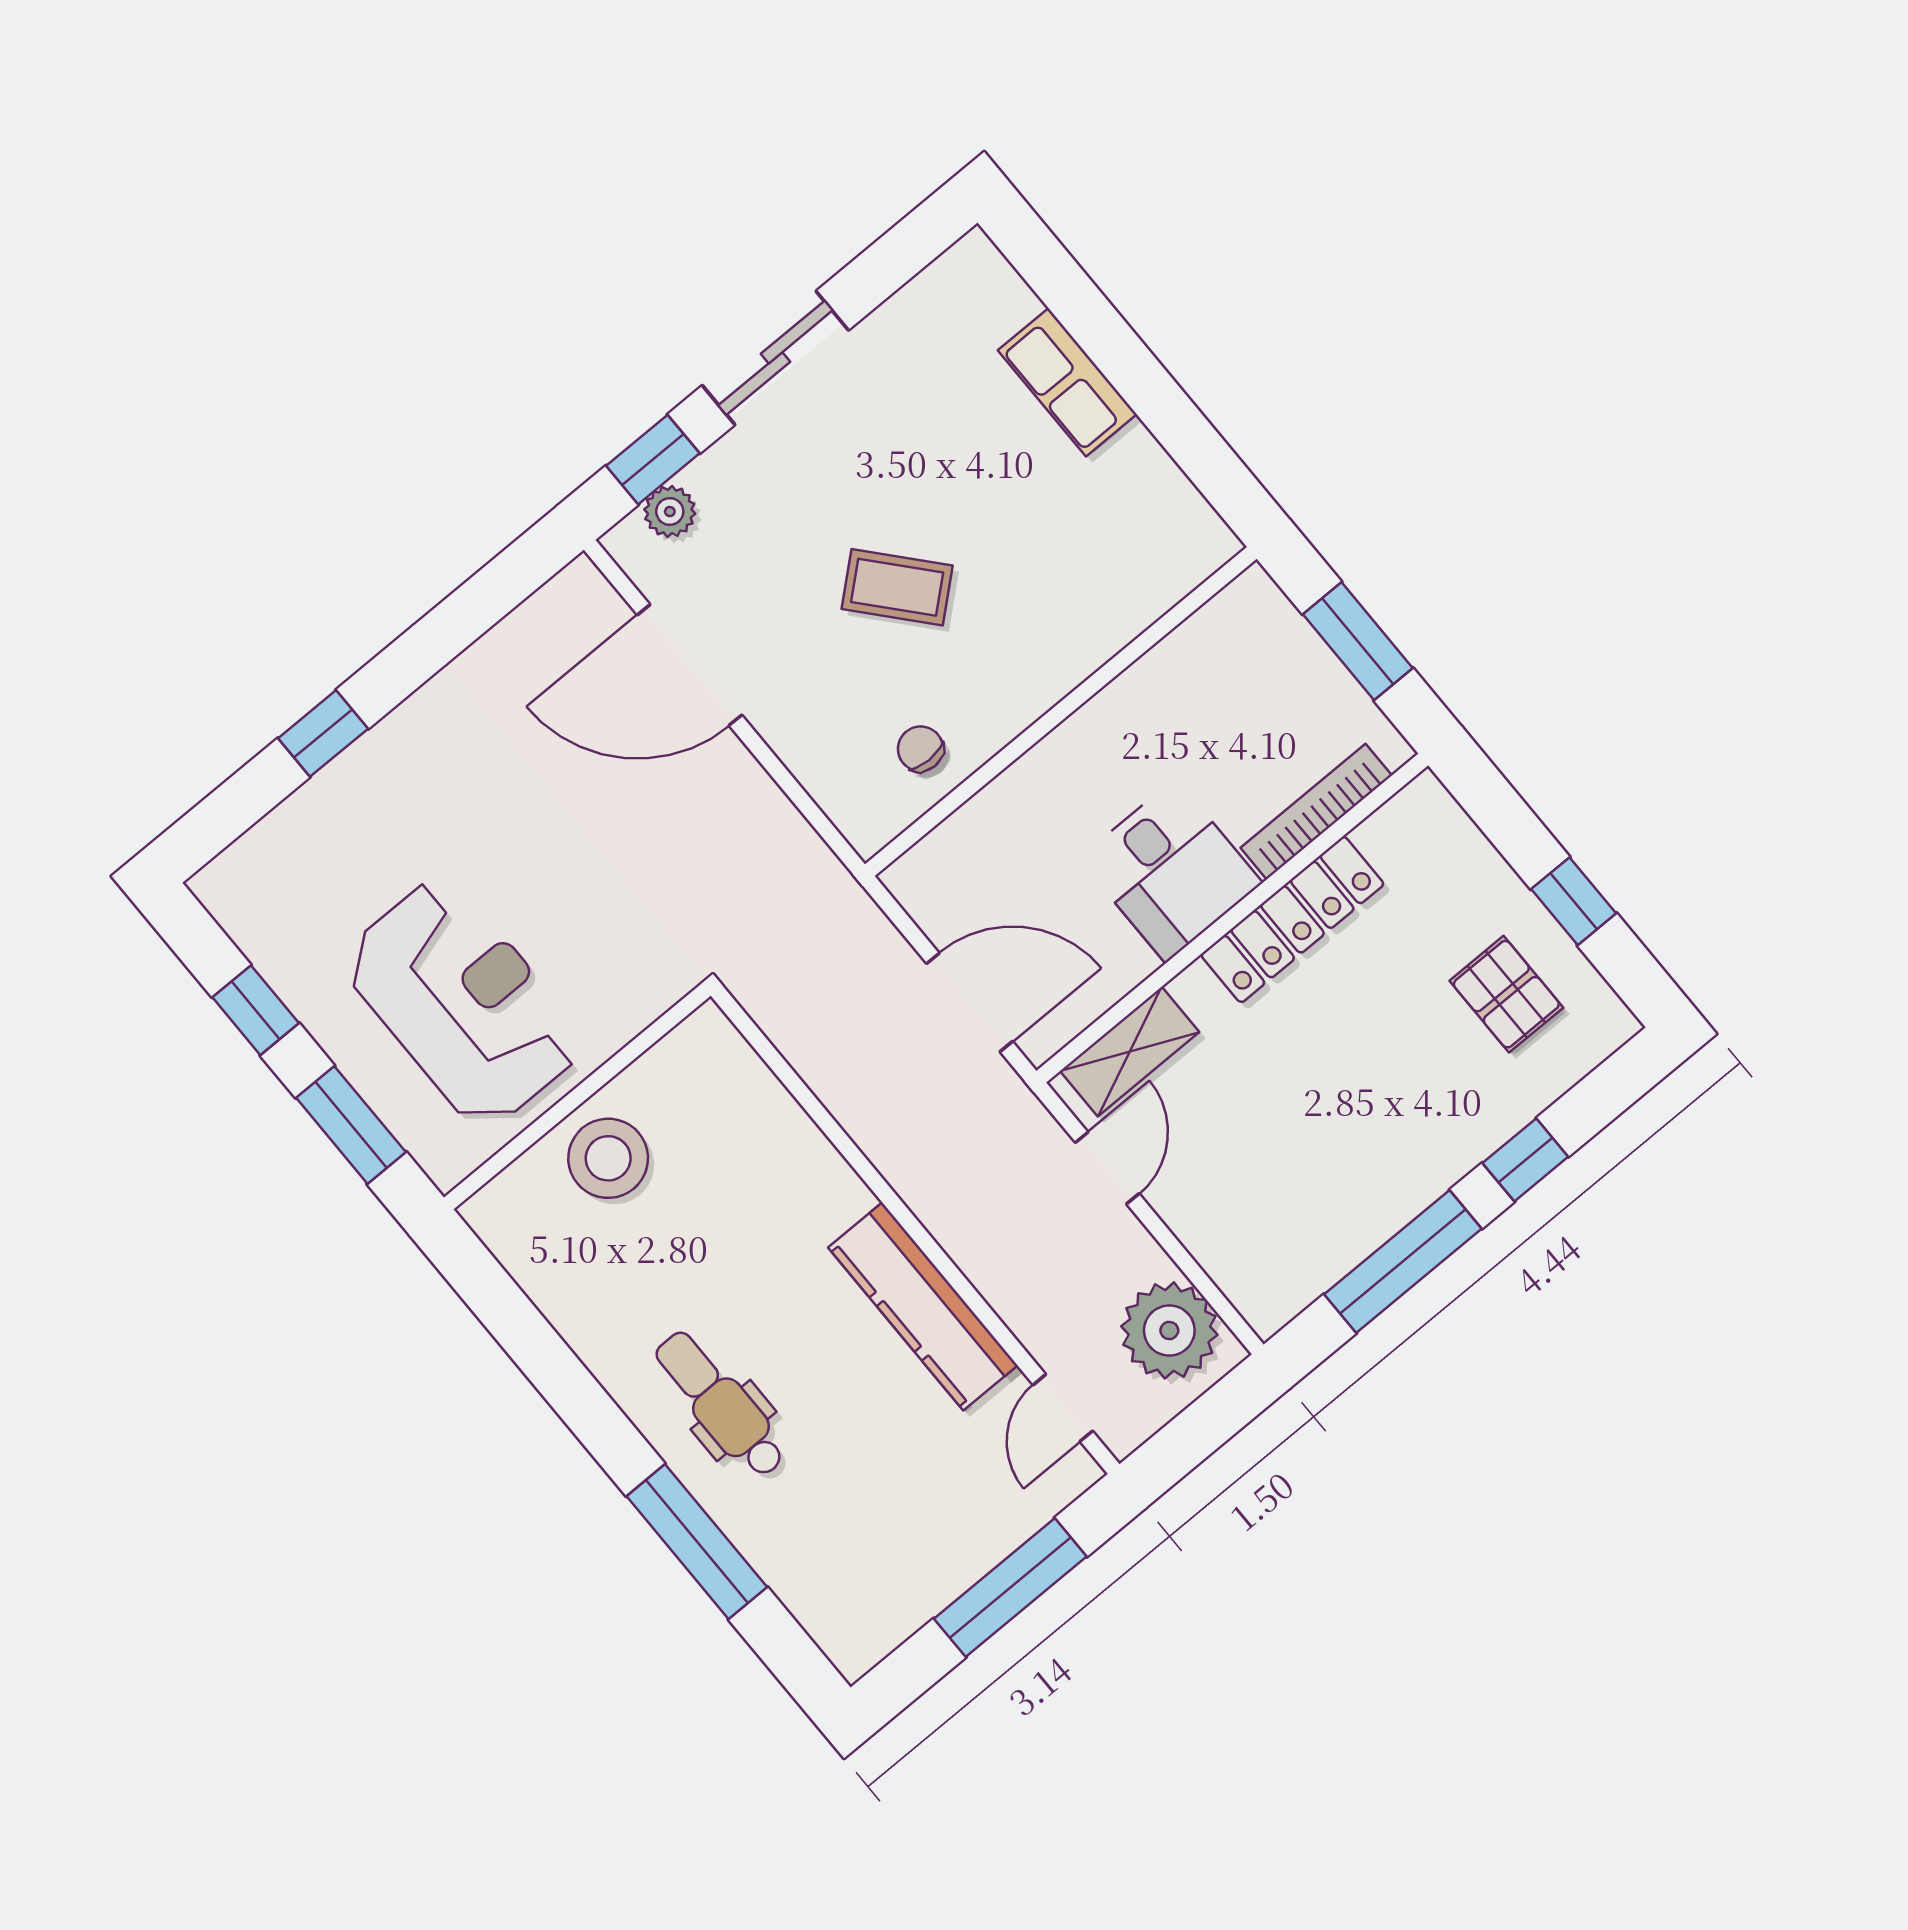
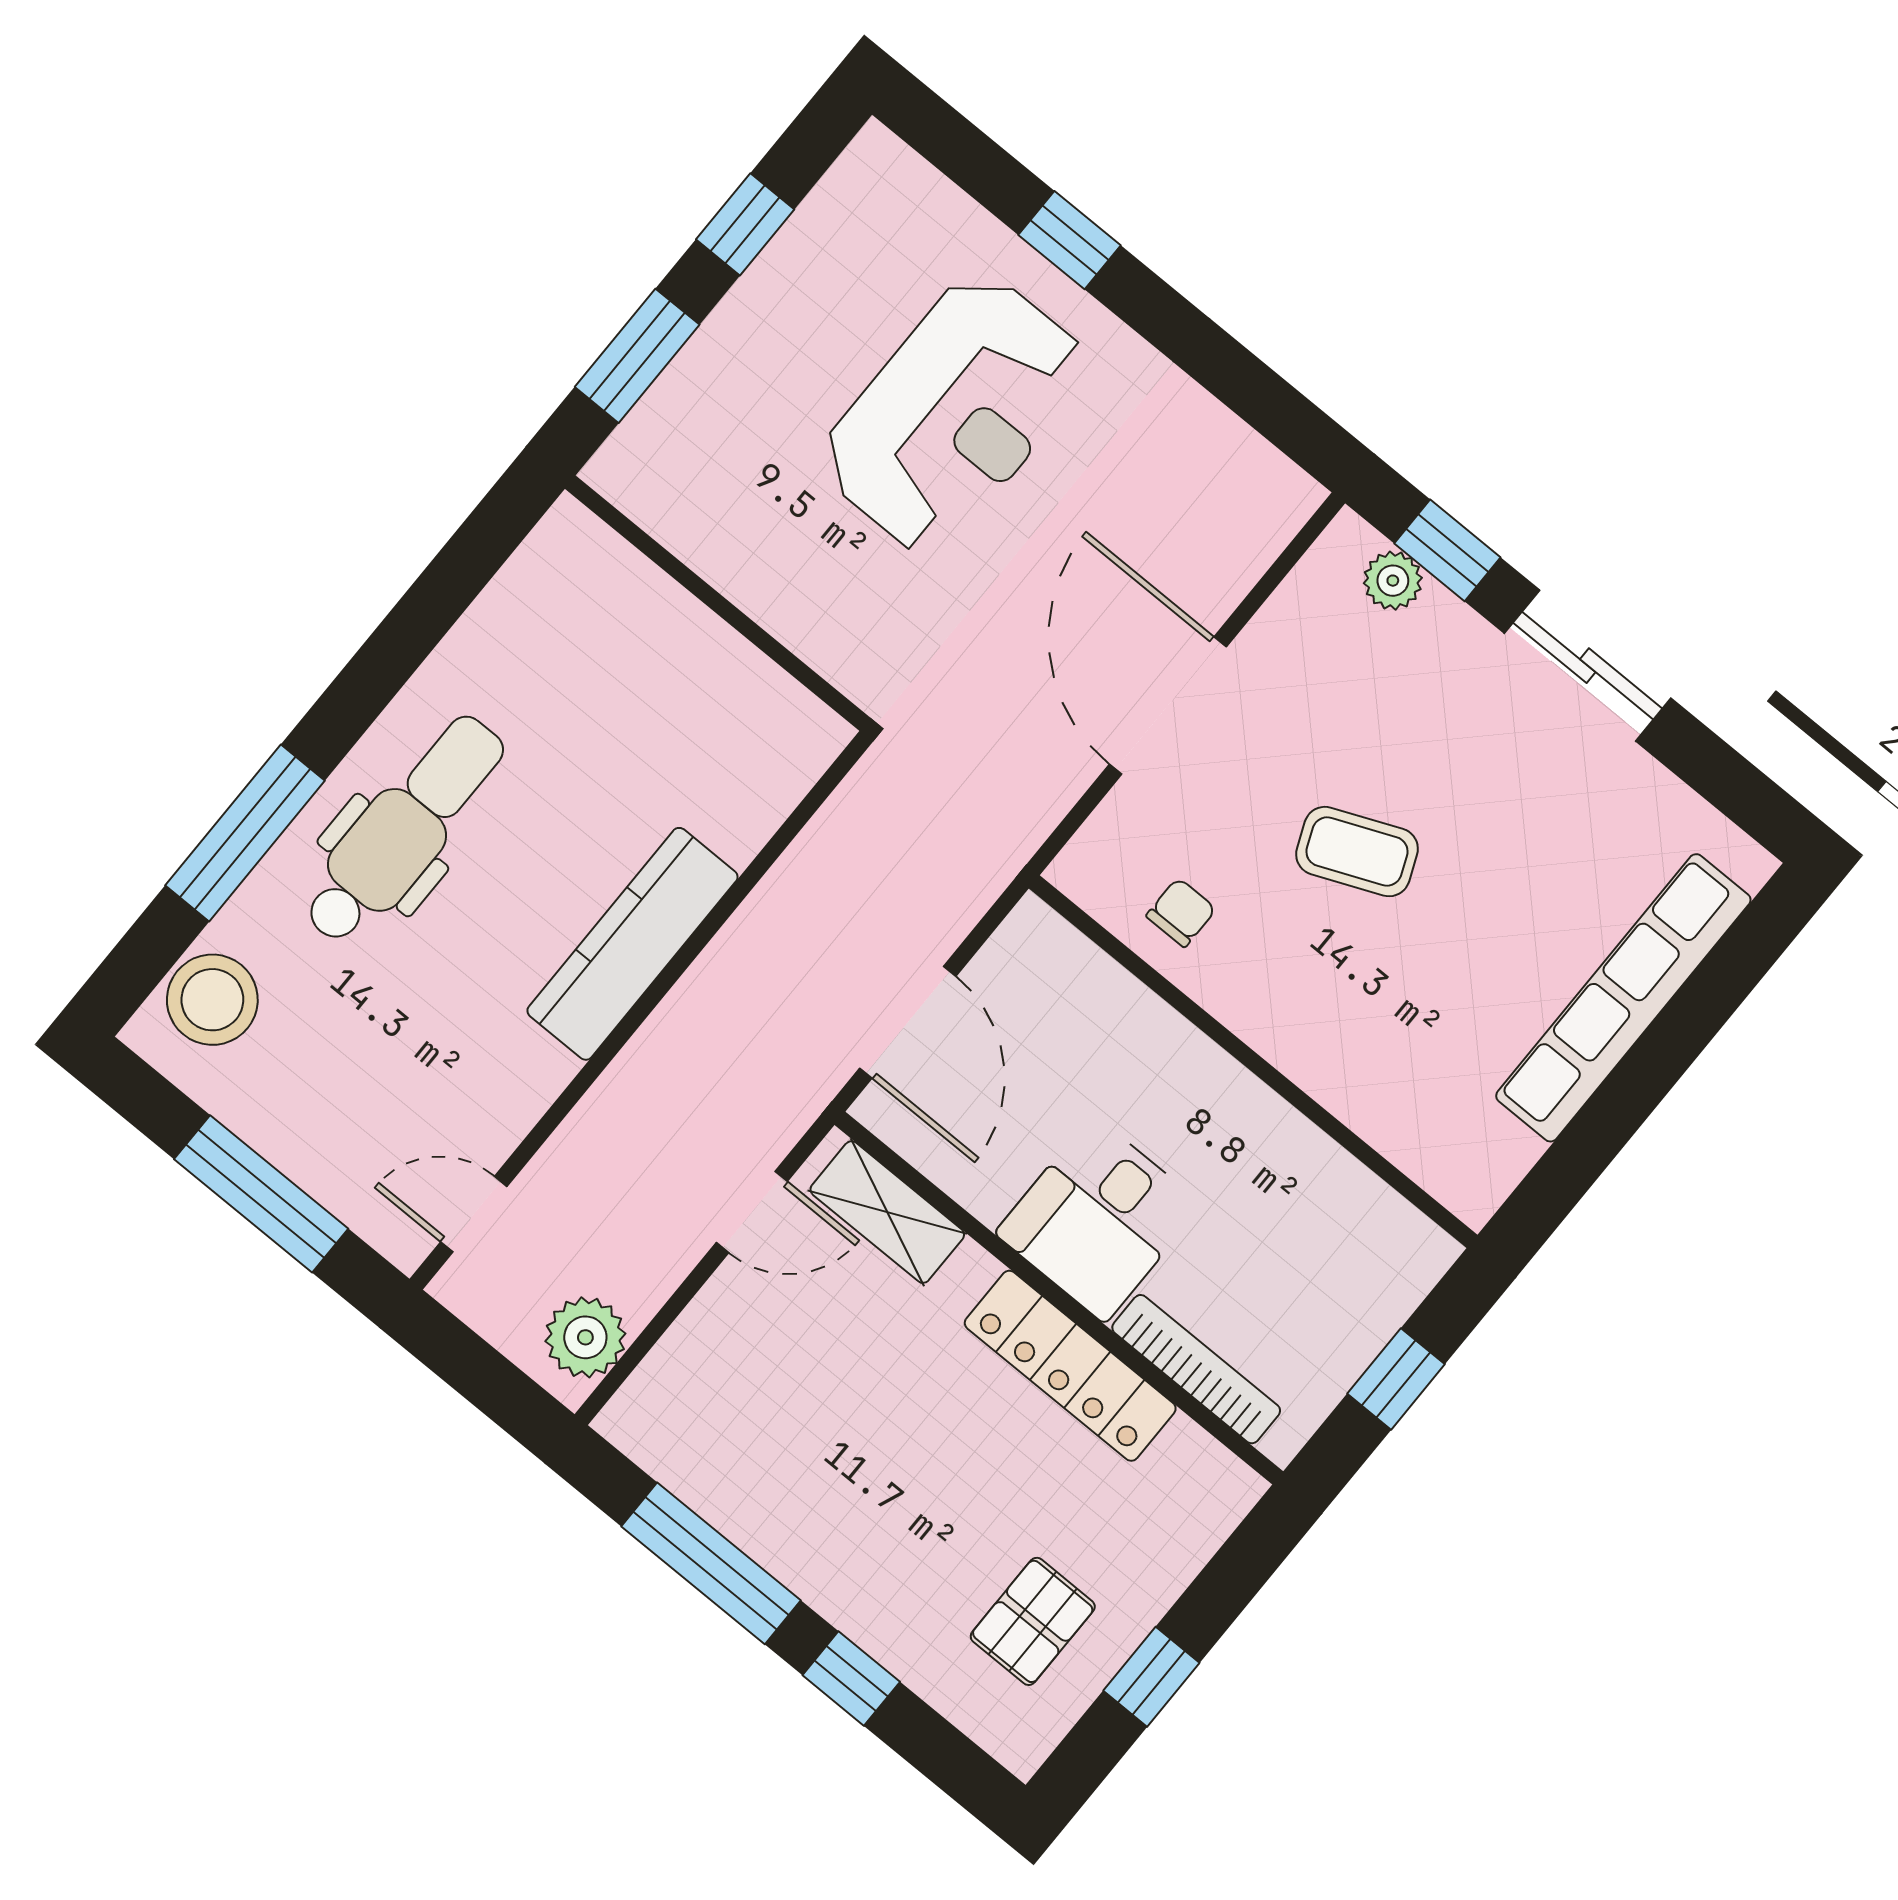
row of seats: (1067, 382) -> (1623, 998), width x2.02
coffee table: (897, 587) -> (1357, 852), turned -72
window: (1358, 641) -> (1396, 1379), width x0.67
door: (690, 665) -> (1168, 706), moved
reception desk: (463, 1003) -> (955, 414), moved
stool: (608, 1158) -> (212, 1000), moved
kitchen counter: (923, 1306) -> (633, 944), moved
plant: (1169, 1330) -> (585, 1337), width x0.73, depth x0.73
dental chair: (720, 1404) -> (404, 830), width x1.36, depth x1.38

